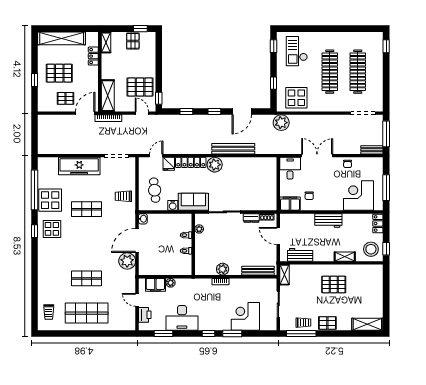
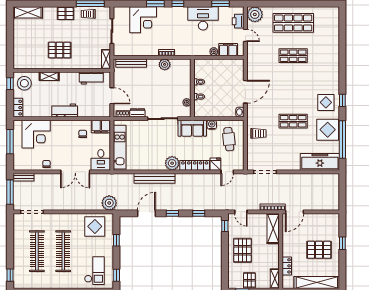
pallet: (140, 87) -> (242, 250), moved, turned 90
pallet: (65, 98) -> (313, 226), removed
freezer: (79, 166) -> (320, 162), moved
kitchen unit: (270, 182) -> (120, 147), added
plant: (127, 261) -> (255, 14), moved
trolley: (49, 312) -> (329, 24), removed

